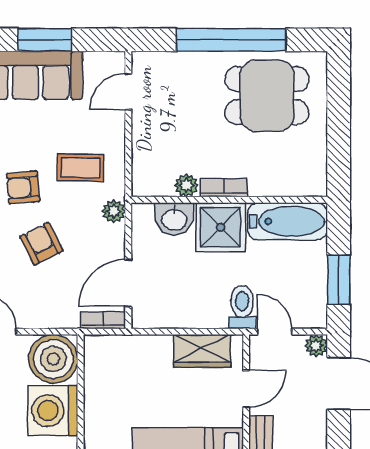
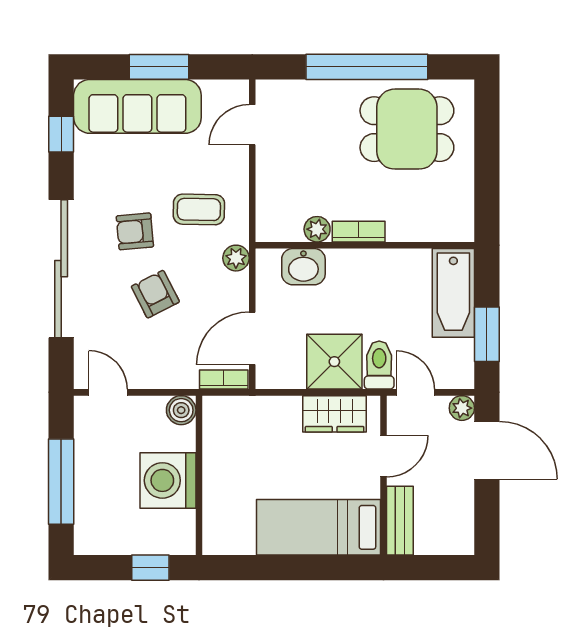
bathtub: (288, 221) -> (453, 293), moved, turned 90
shower: (221, 227) -> (334, 362), moved
boiler: (53, 359) -> (181, 410), width x0.54, depth x0.54

